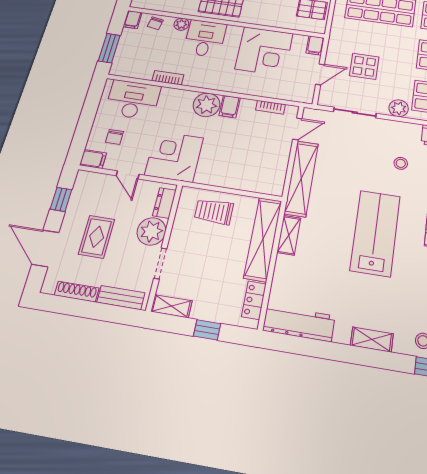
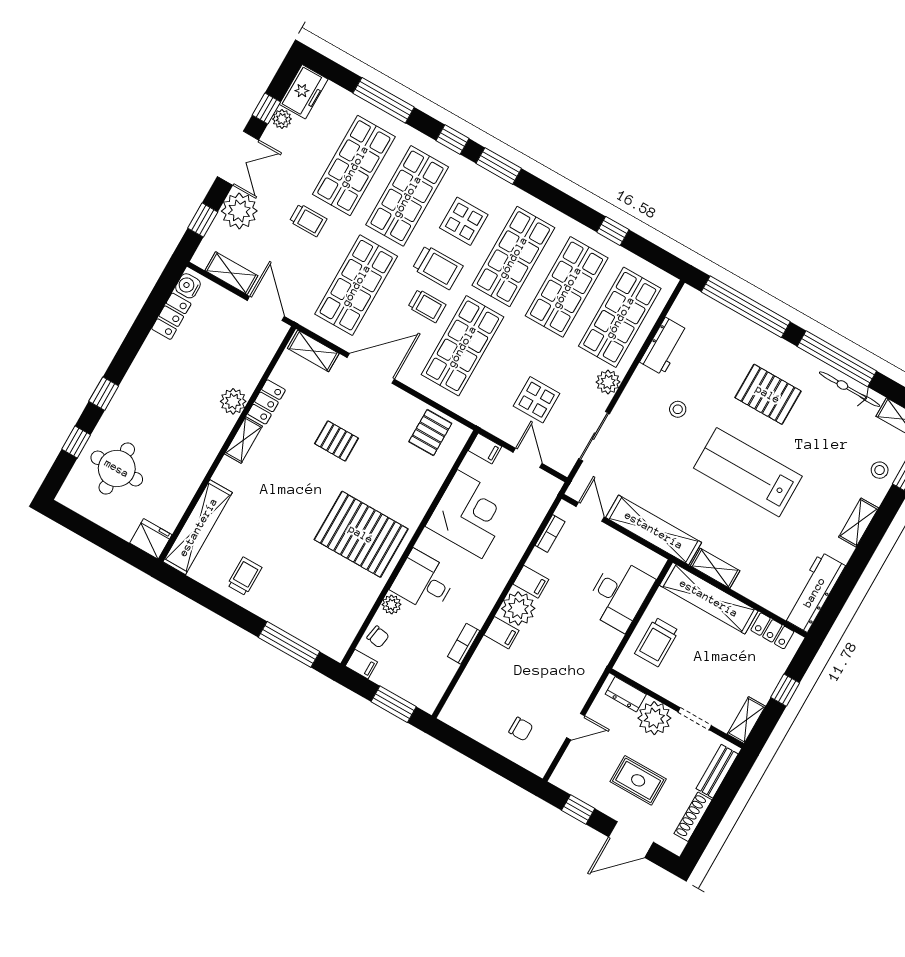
desk: (133, 100) -> (619, 594), moved, turned 180
corner desk: (174, 156) -> (572, 667), removed
filing cabinet: (93, 159) -> (502, 633), moved, turned 90

